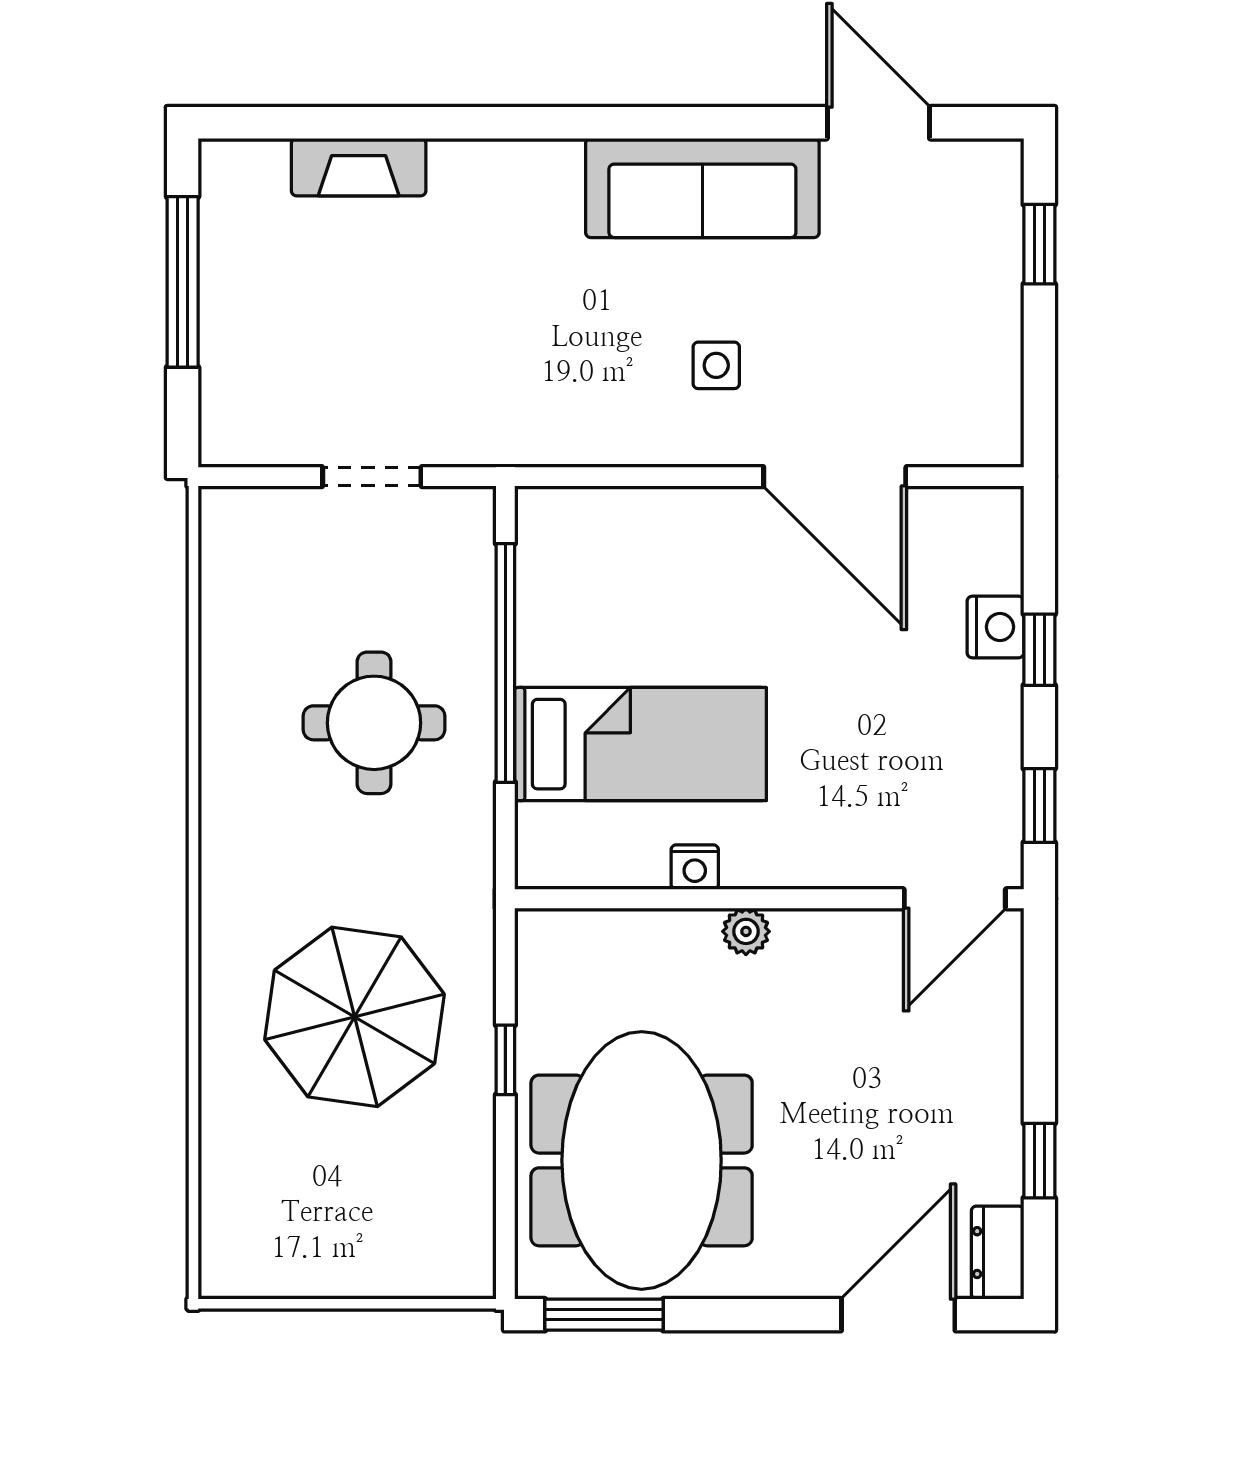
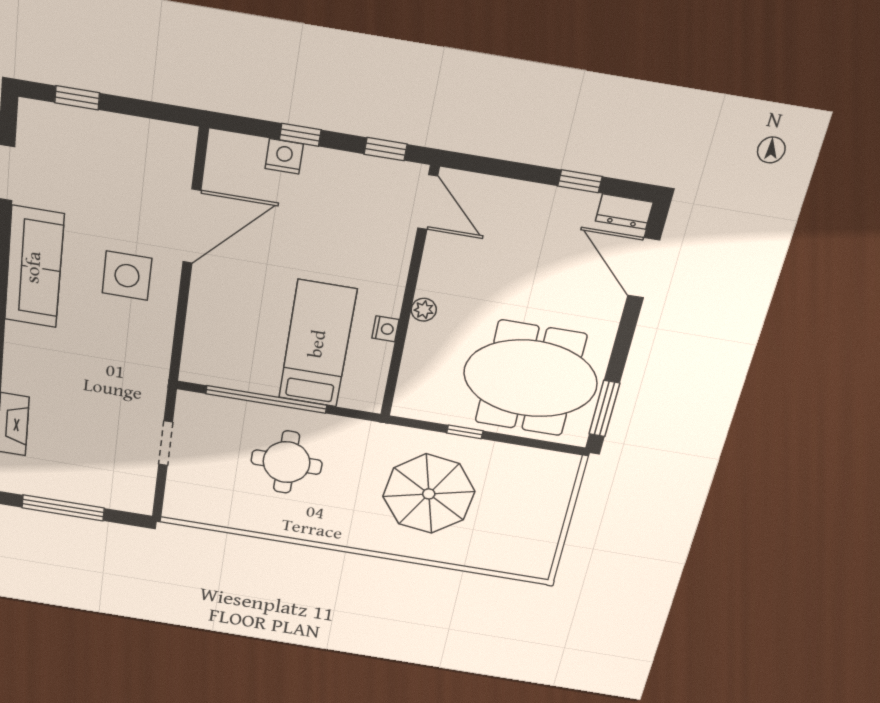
side table: (716, 365) -> (127, 276), width x1.87, depth x1.87

